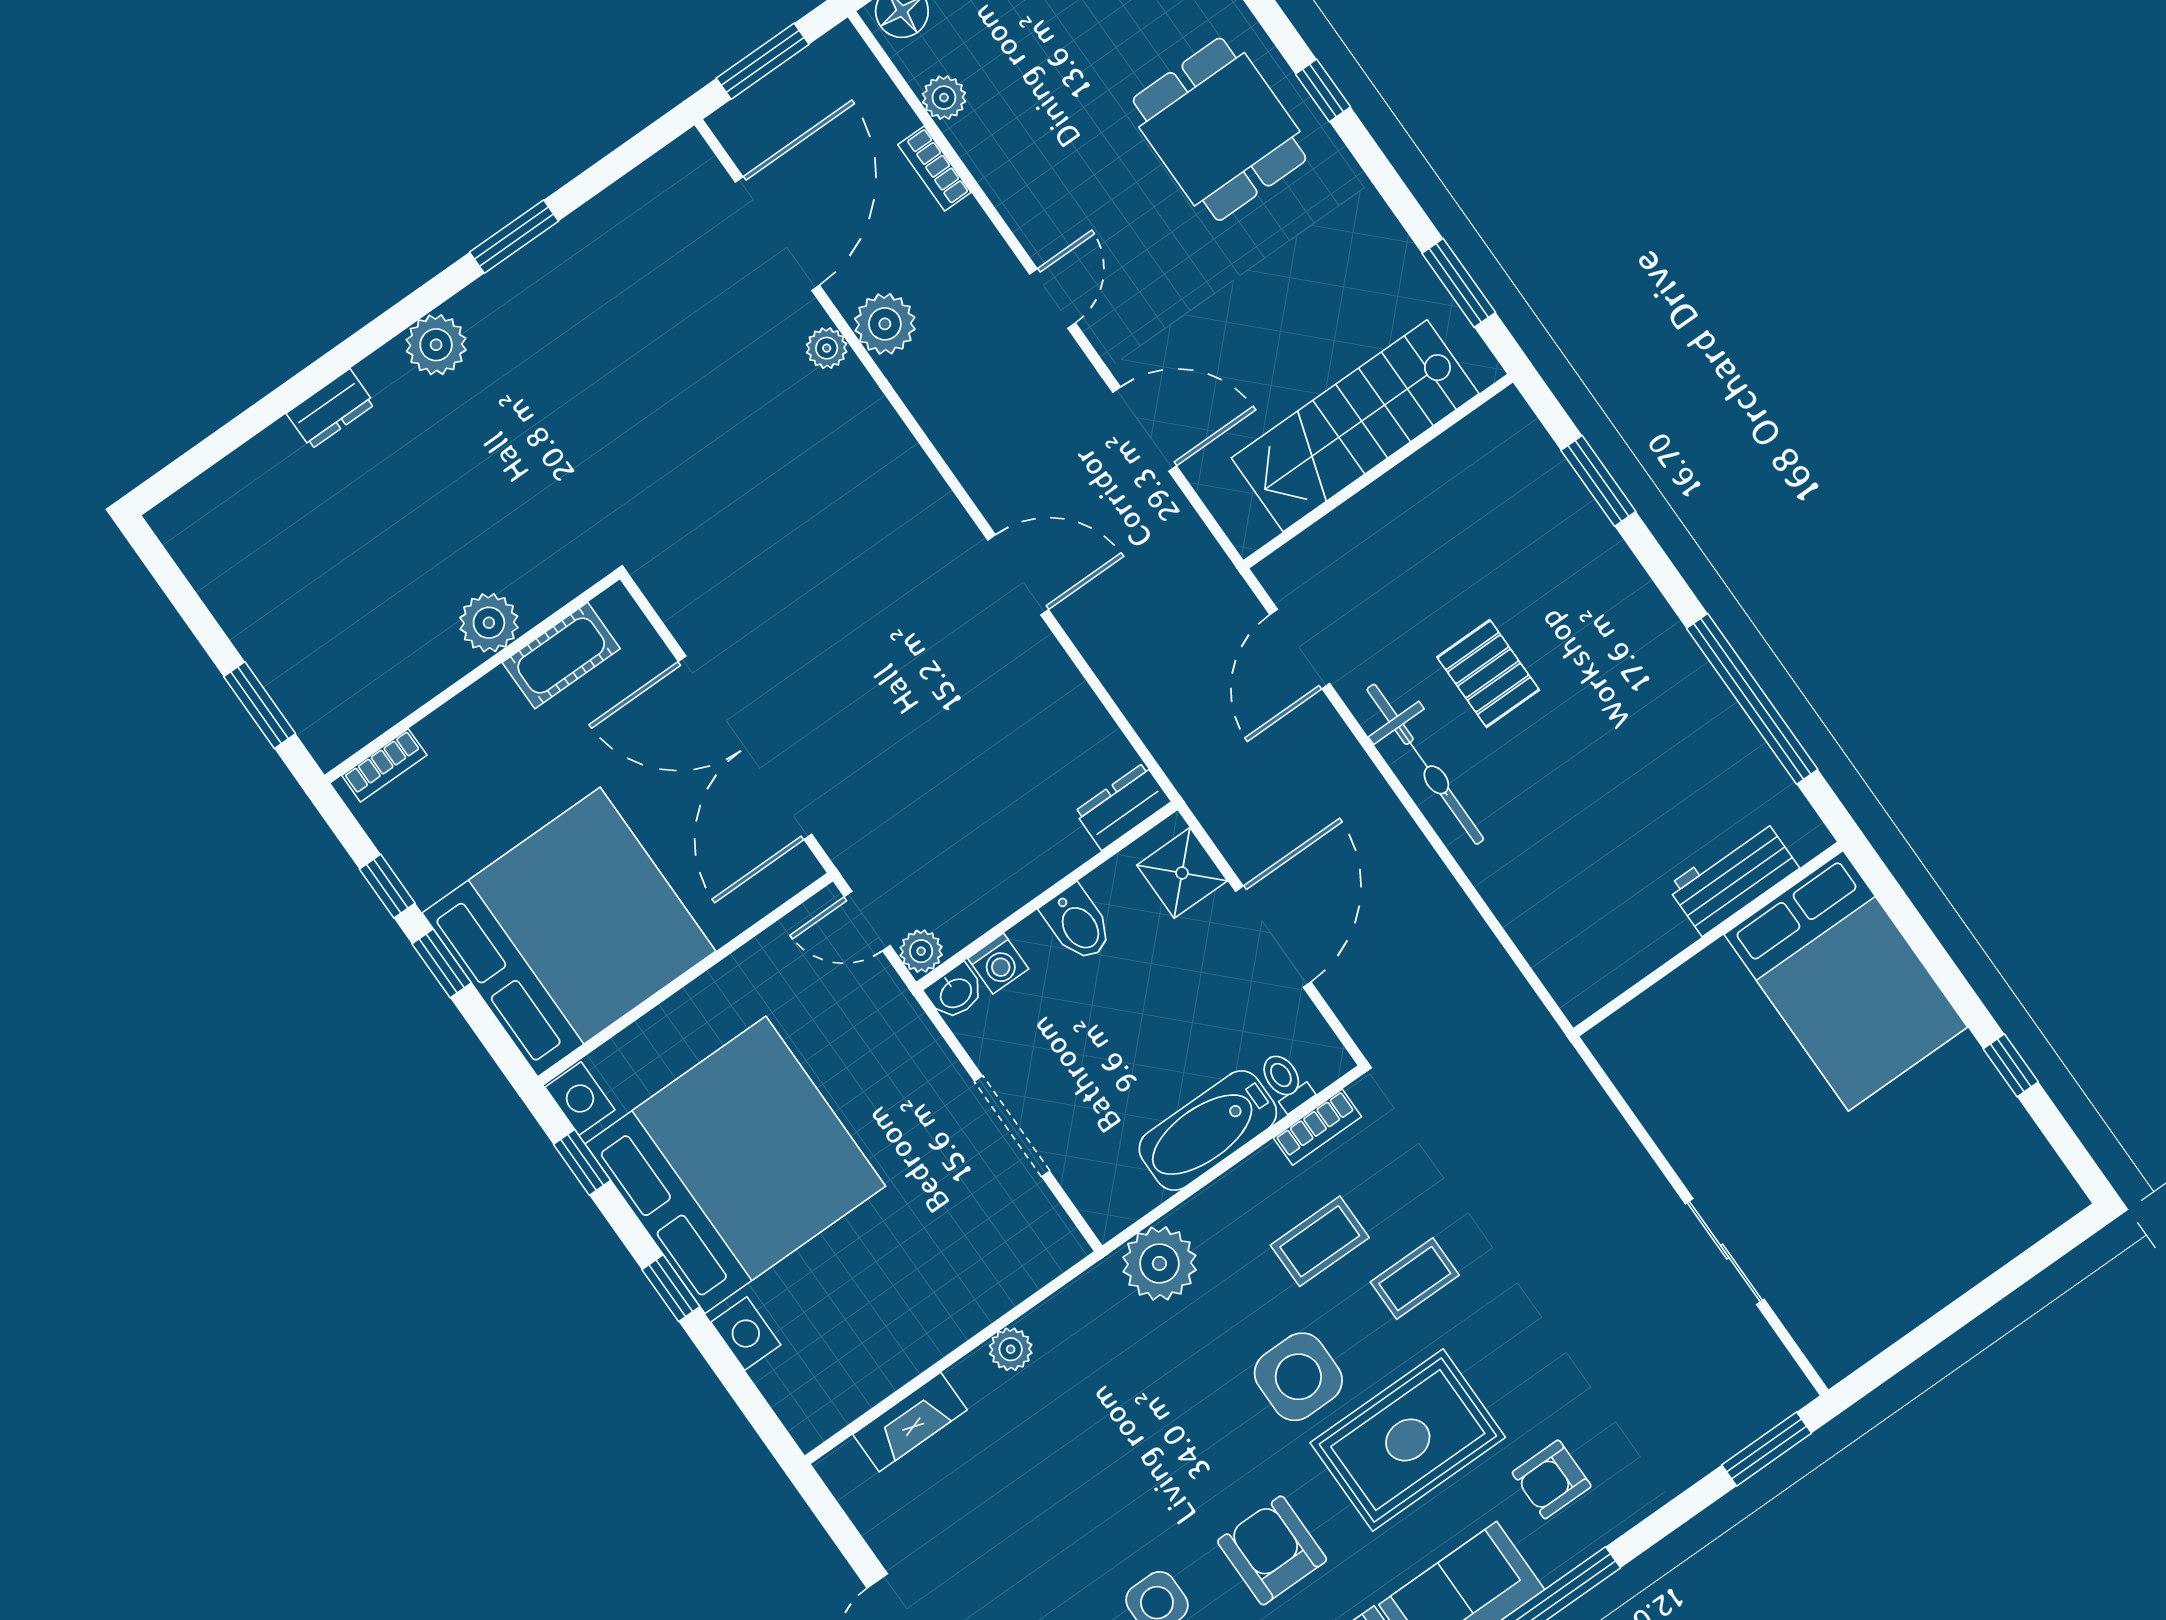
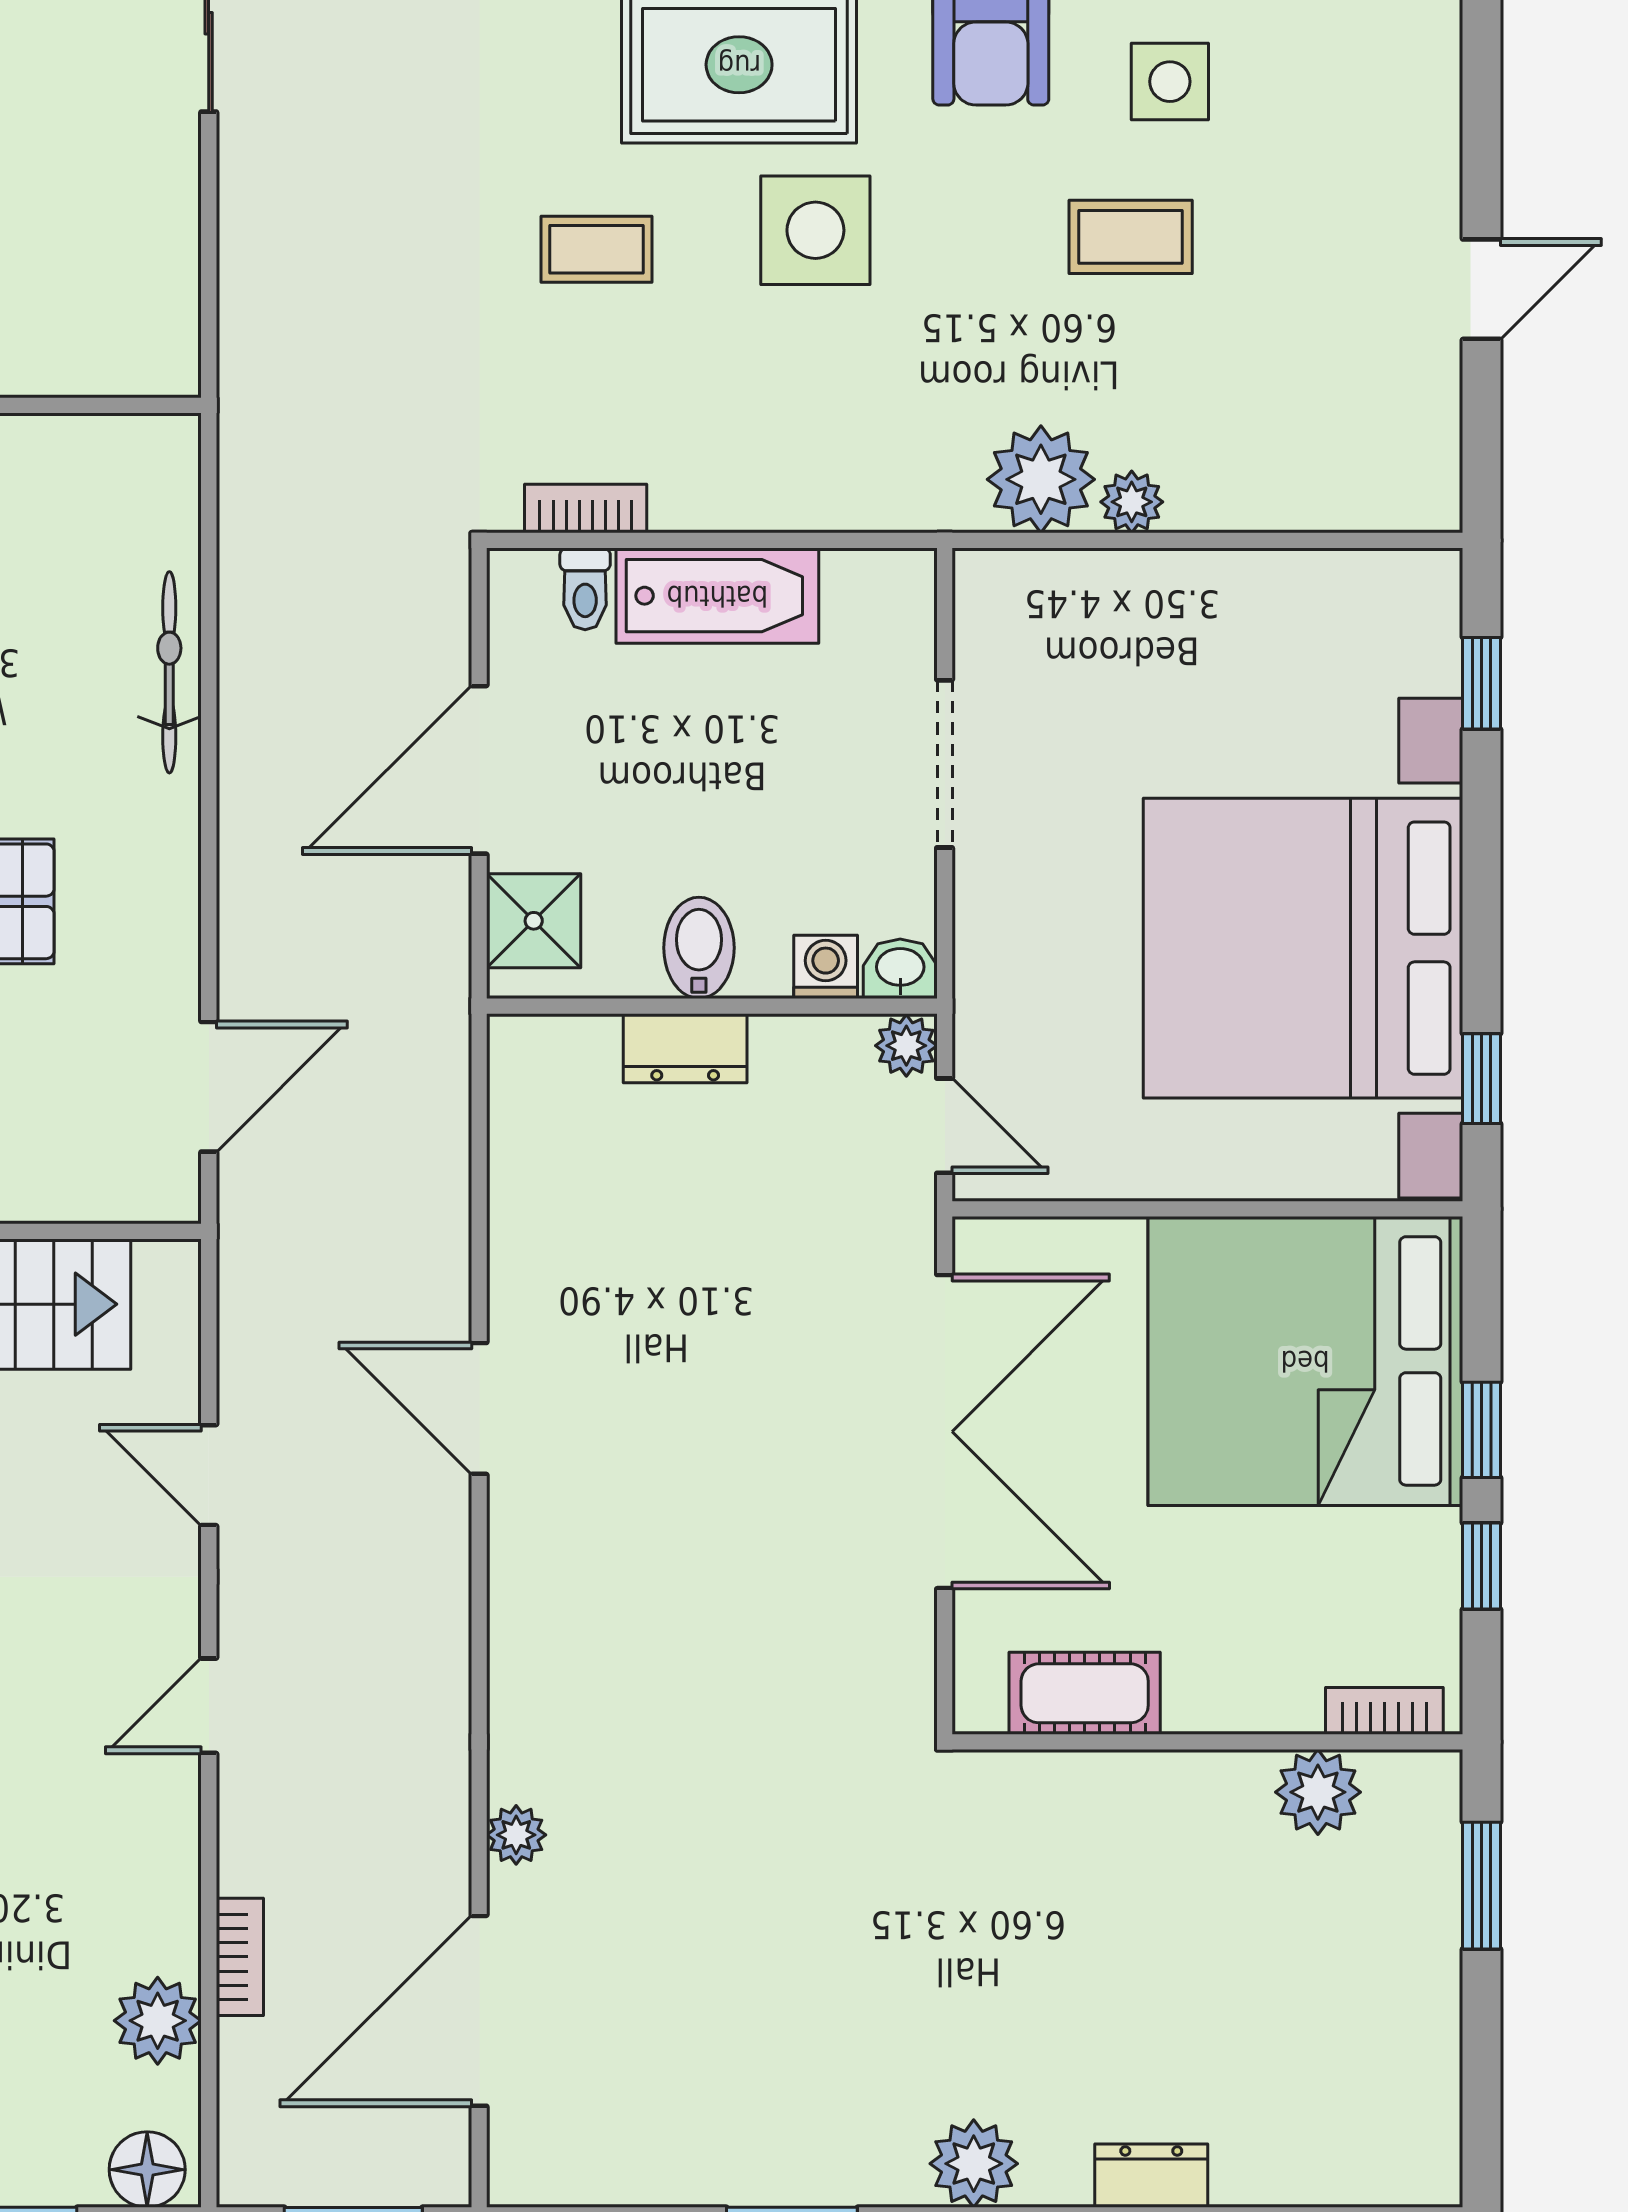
plant: (944, 98) -> (158, 2021), width x1.38, depth x1.38
plant: (885, 324) -> (427, 1815), removed
door: (1145, 429) -> (209, 1475), width x0.73
plant: (489, 623) -> (1318, 1792), moved
bicycle: (1425, 764) -> (169, 672), moved, width x0.73, depth x0.71
dresser: (1123, 807) -> (685, 1048), moved
coffee table: (1320, 1241) -> (1131, 237), moved
plant: (1159, 1263) -> (1041, 479), moved
window: (671, 1288) -> (1481, 683), moved
fireplace: (910, 1422) -> (1311, 500), removed

